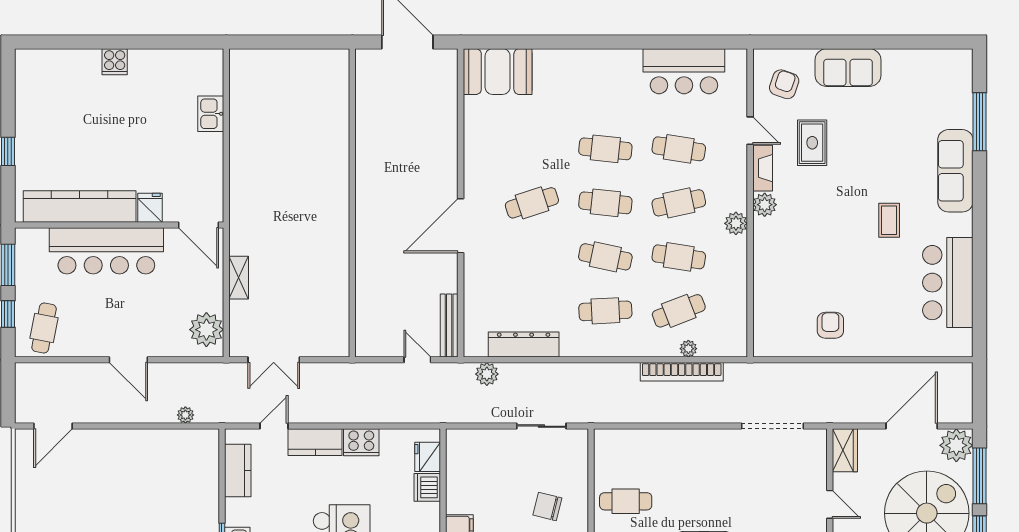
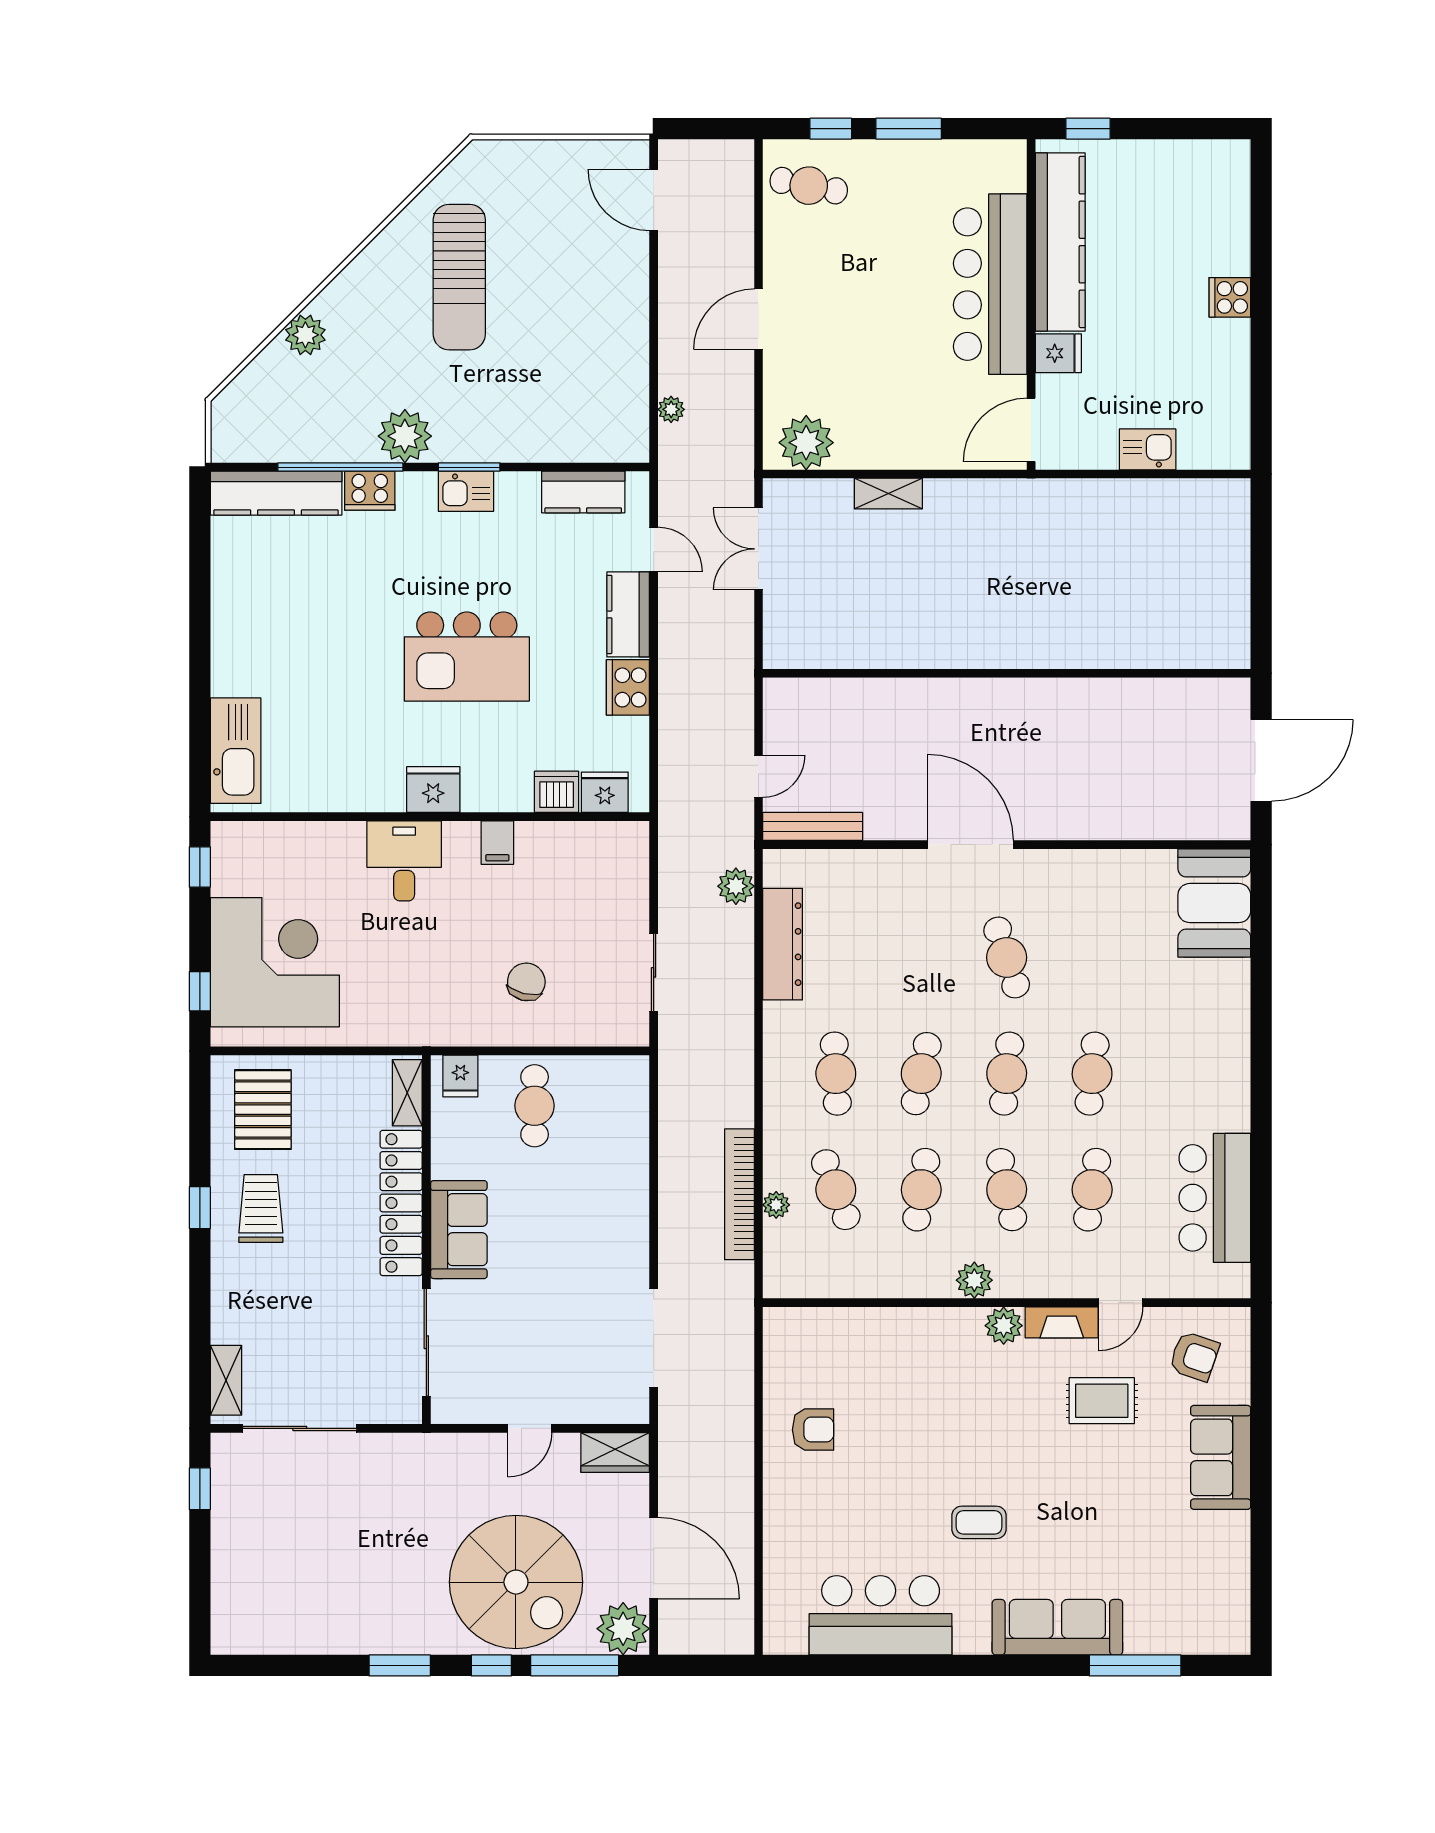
kitchen counter: (80, 207) -> (1060, 242), moved
fridge: (150, 208) -> (1058, 353), moved
wall: (119, 225) -> (1031, 304), moved
door: (198, 225) -> (1031, 430), moved
bar counter: (106, 251) -> (990, 284), moved

